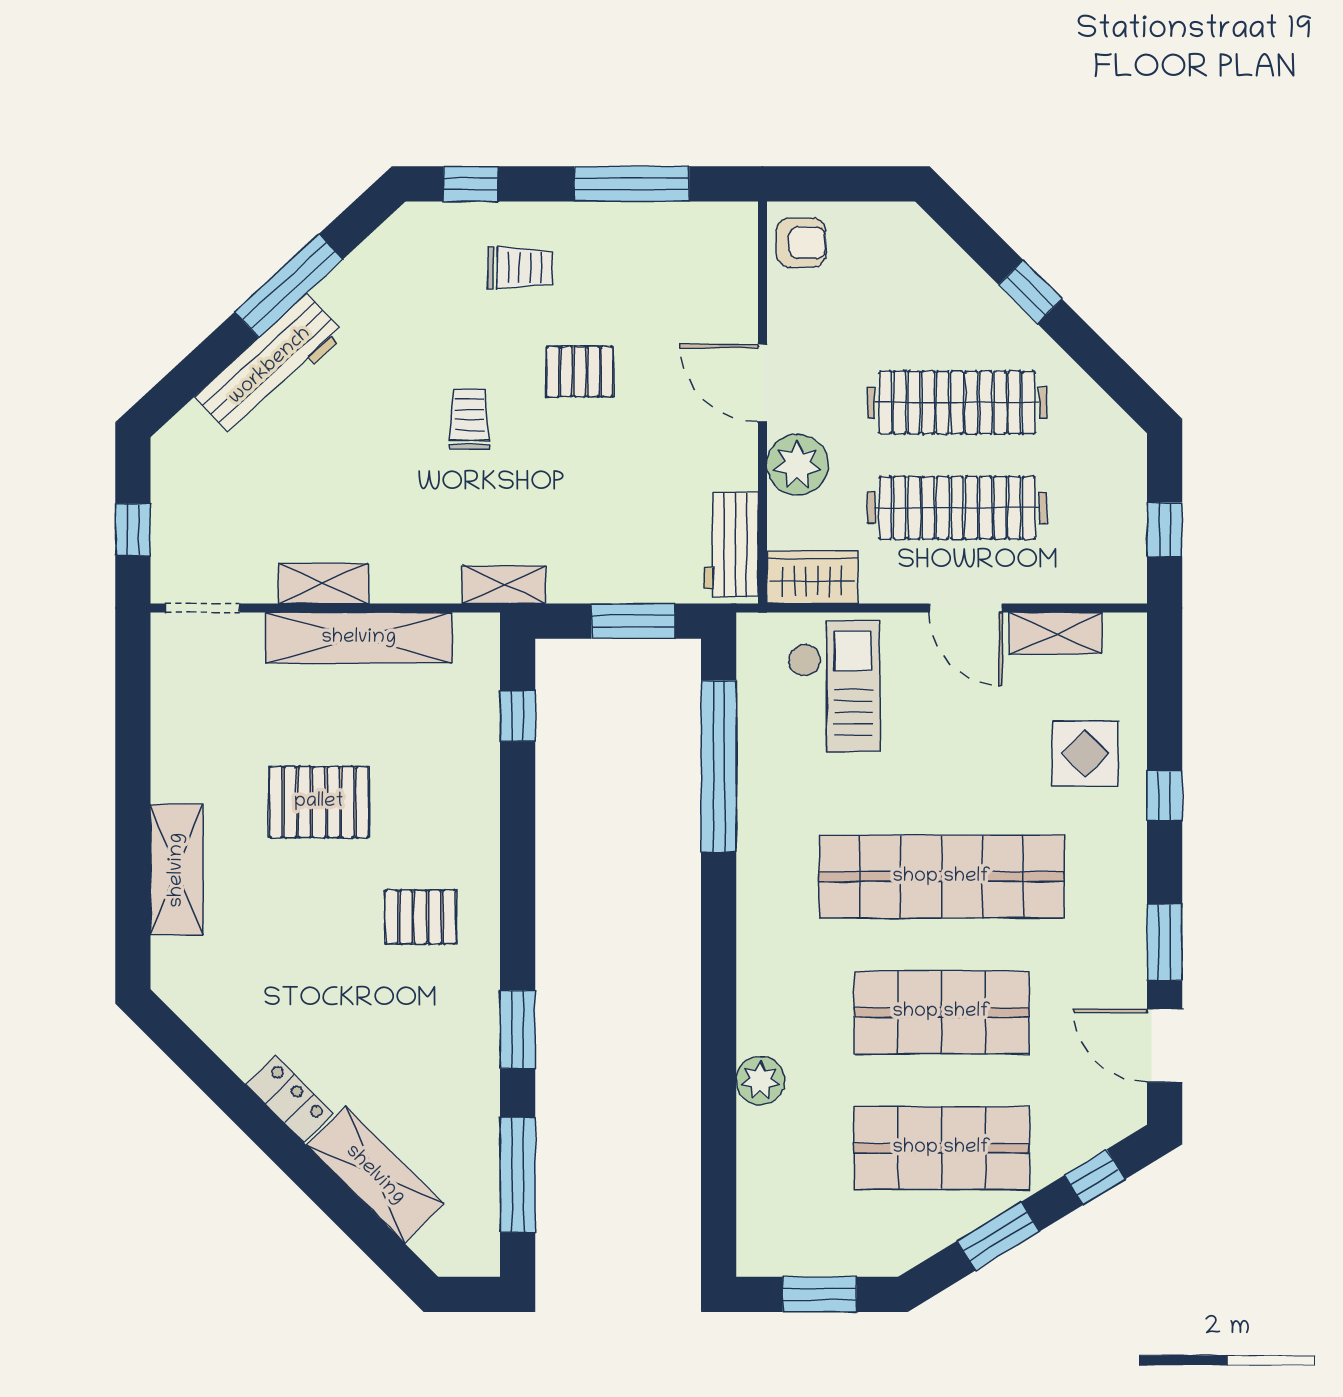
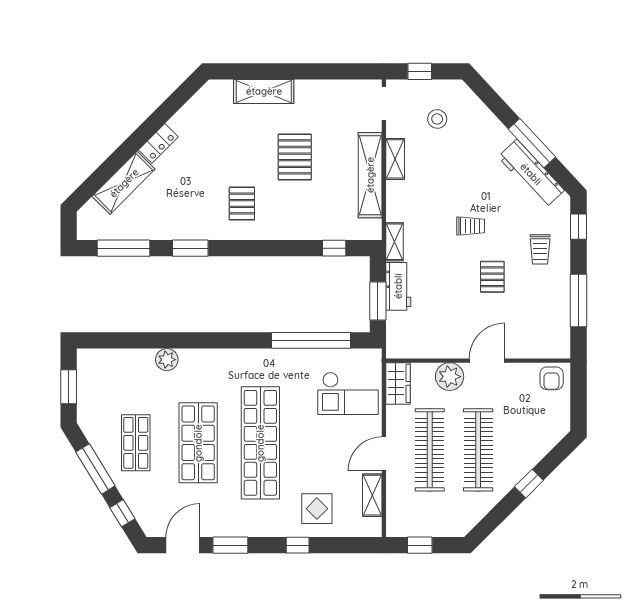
workbench: (270, 366) -> (531, 174), moved
stool: (236, 492) -> (437, 119), added
workbench: (731, 544) -> (398, 286), moved, turned 90
shop shelf: (942, 1148) -> (136, 443), width x0.70, depth x0.74
window: (999, 1236) -> (95, 469), width x1.44

